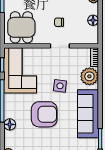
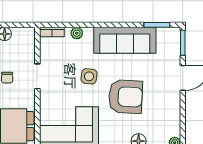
plant: (89, 76) -> (77, 33), width x0.53, depth x0.53
armchair: (44, 114) -> (126, 97), turned 93

